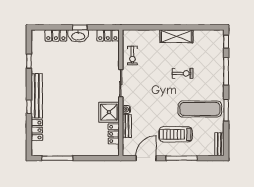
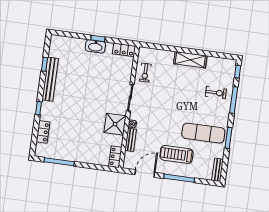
locker: (56, 35) -> (74, 43), removed
exercise bike: (182, 73) -> (216, 93), moved
bench: (37, 96) -> (50, 79), moved
locker: (114, 134) -> (115, 157), moved

